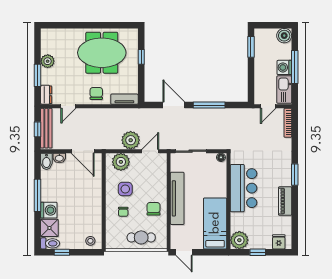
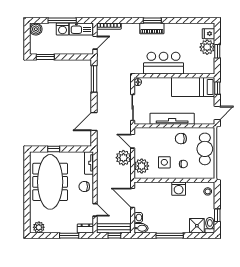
meeting table: (102, 53) -> (50, 182), width x1.36
plant: (48, 61) -> (39, 227), moved
window: (209, 105) -> (94, 79), moved
door: (268, 106) -> (95, 43), hinge flipped
door: (83, 151) -> (133, 198), swing flipped
piano: (285, 201) -> (152, 28), moved
washing machine: (49, 210) -> (179, 189), moved, turned 180
cafe table: (141, 237) -> (205, 149), width x1.37, depth x1.35
plant: (239, 240) -> (207, 47), moved
window: (214, 252) -> (217, 88), added

